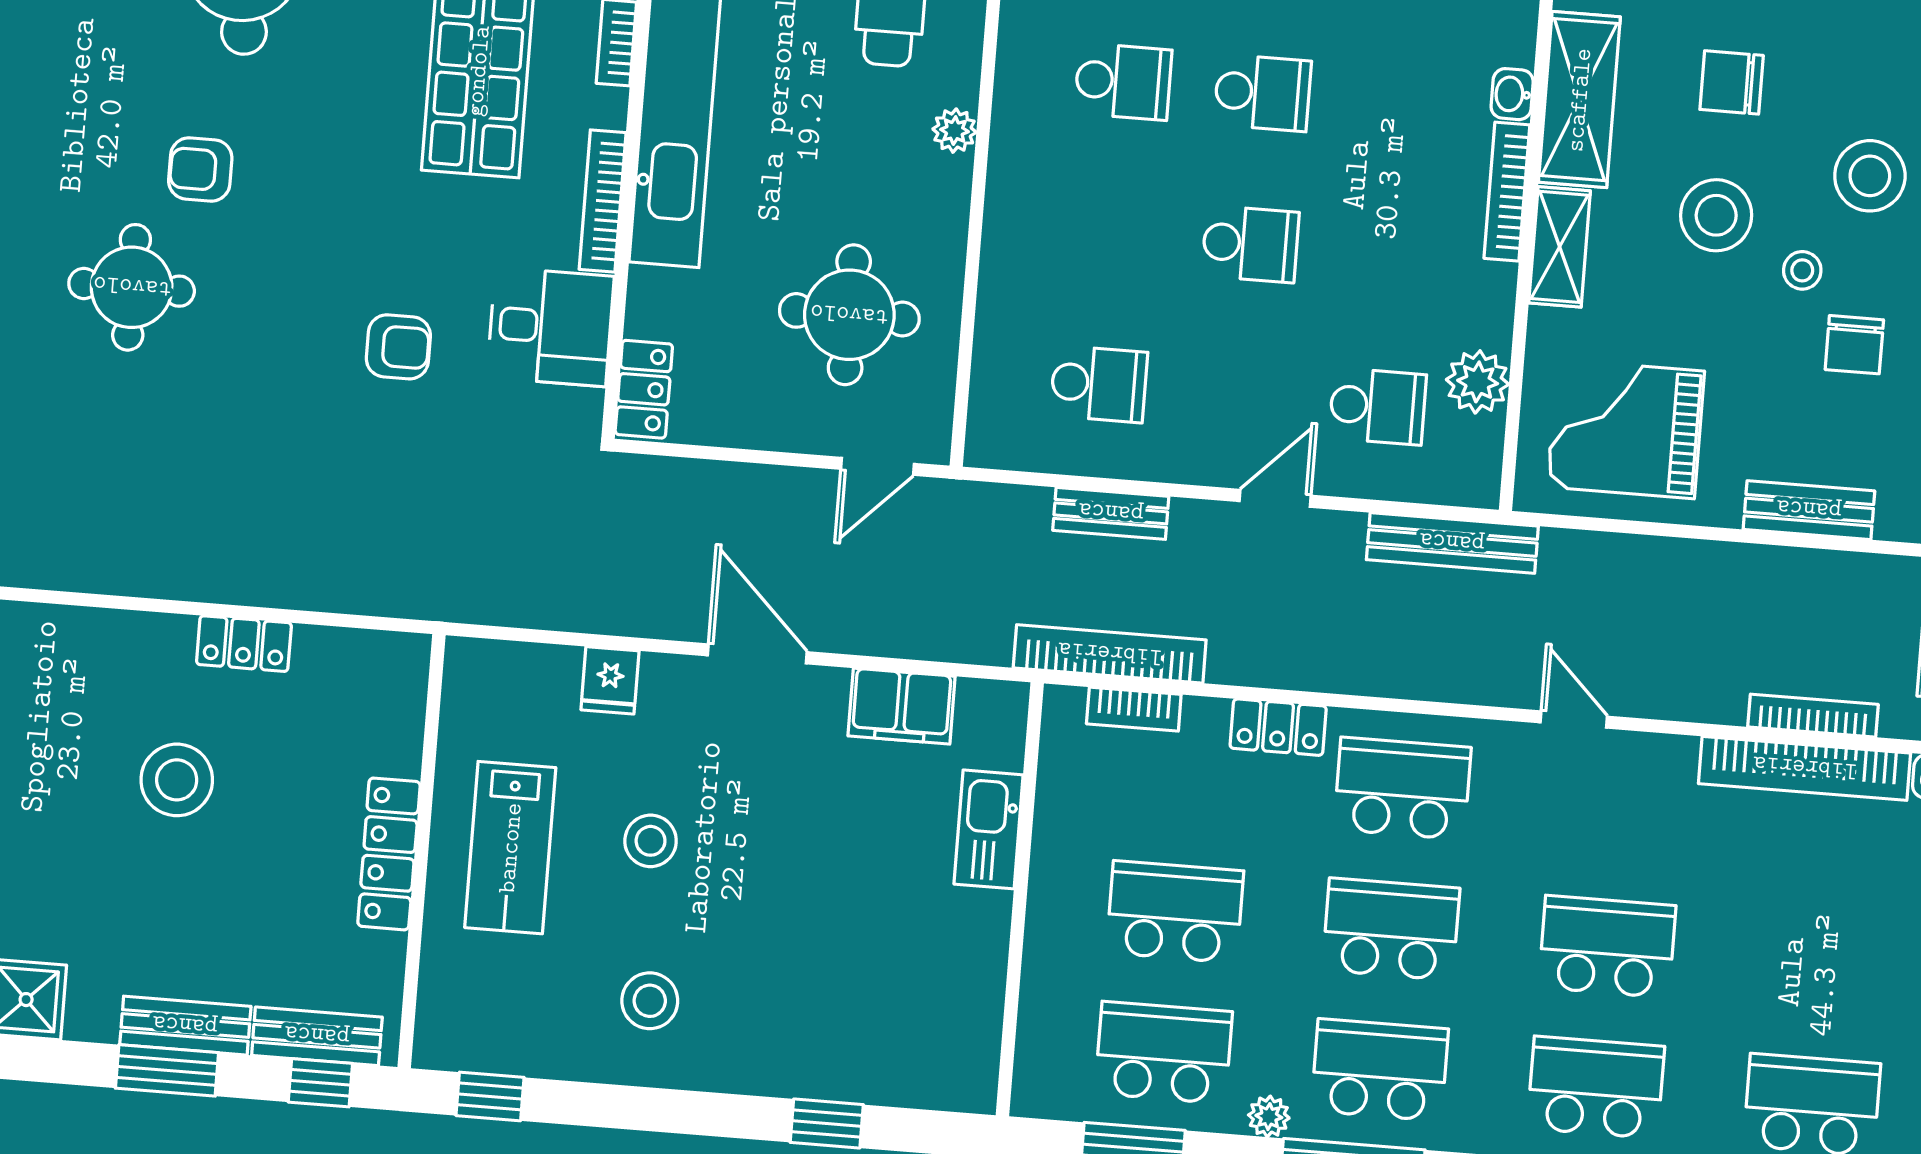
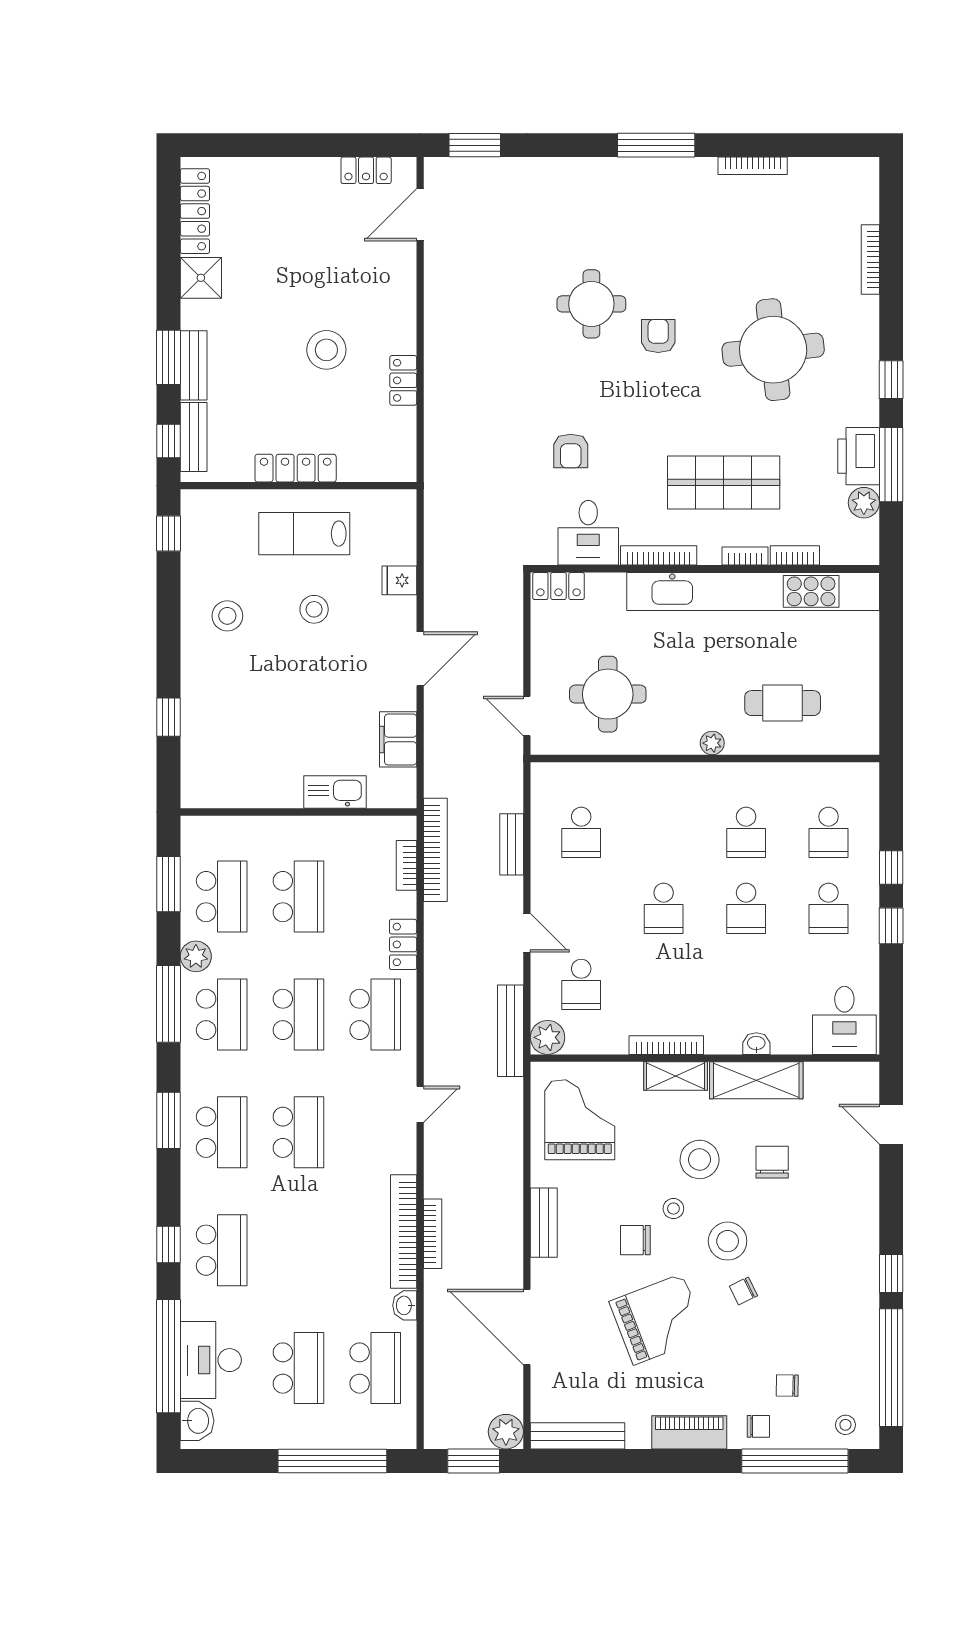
bookcase: (1507, 192) -> (666, 1045), moved
plant: (1478, 382) -> (548, 1037), moved
plant: (1269, 1117) -> (196, 956), width x1.38, depth x1.38

